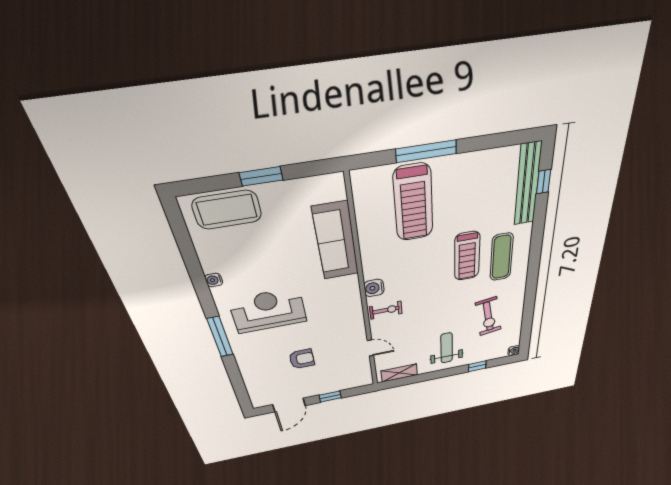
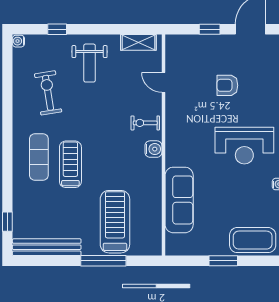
bench: (528, 184) -> (47, 247), moved, turned 90

